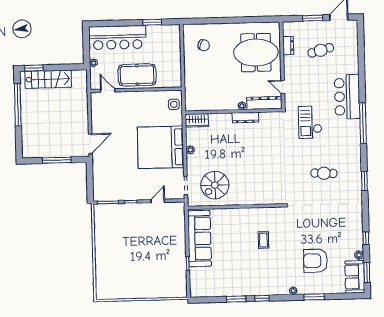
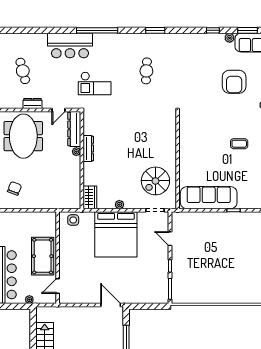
dresser: (288, 46) -> (32, 103), moved
spiral stairs: (215, 185) -> (155, 181), turned 90
coffee table: (263, 240) -> (239, 144), moved

